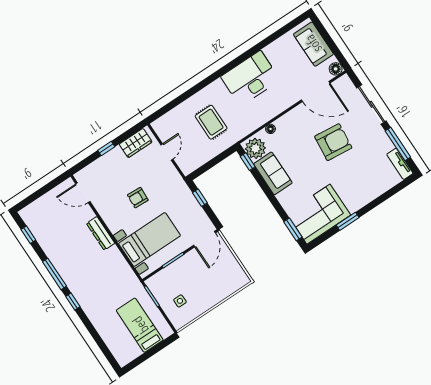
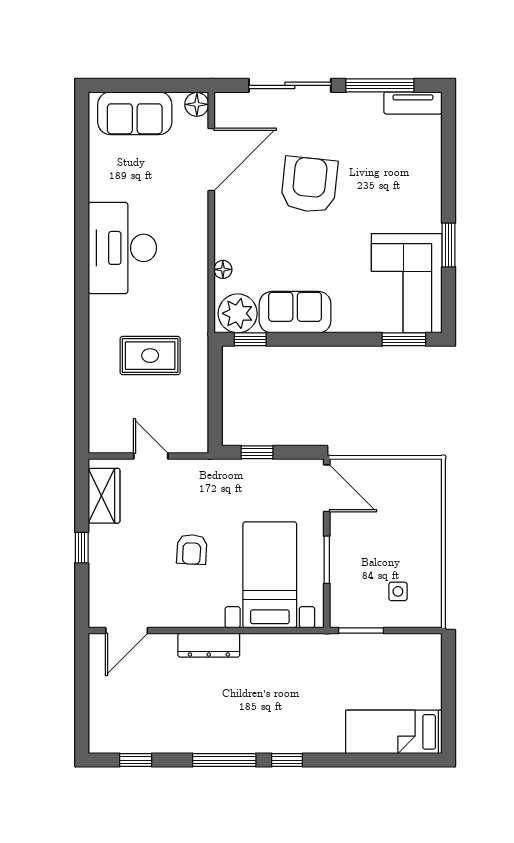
bed: (140, 325) -> (394, 732), moved

